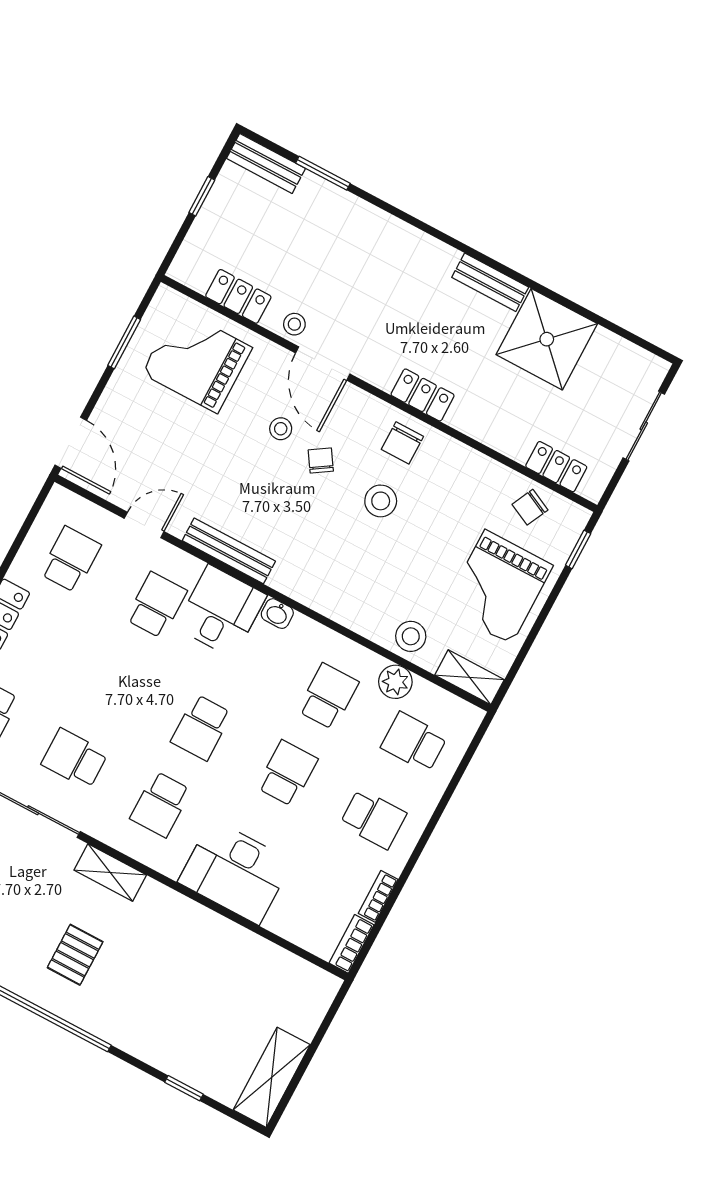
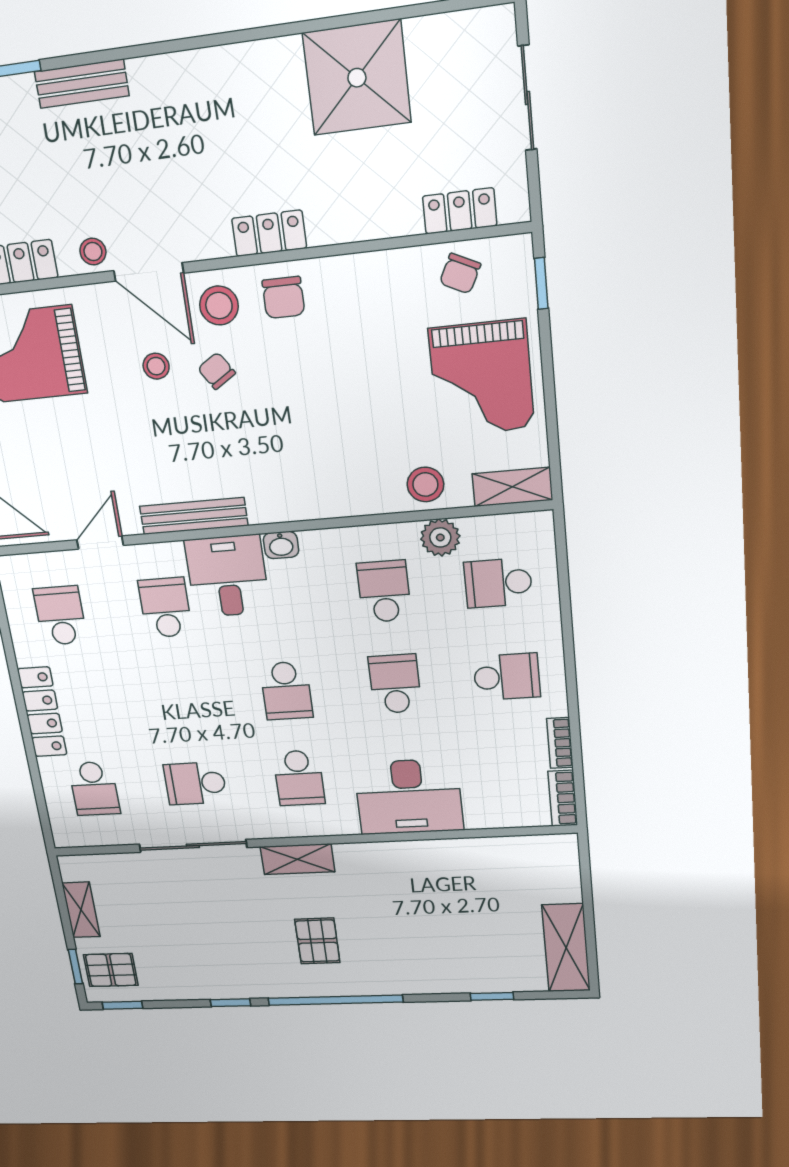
bench: (490, 282) -> (82, 84), moved
stool: (381, 501) -> (219, 306), moved

